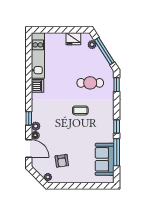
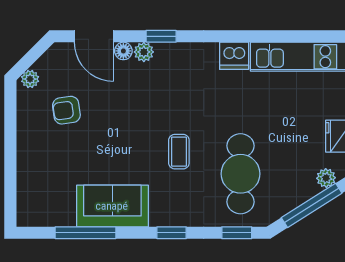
cafe table: (90, 83) -> (241, 174), width x1.37, depth x1.35
window: (117, 126) -> (172, 233), moved
door: (29, 148) -> (94, 36), hinge flipped
sofa: (105, 159) -> (112, 206), moved

